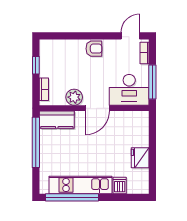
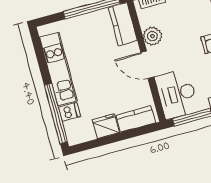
kitchen counter: (141, 130) -> (136, 119), added
window: (72, 197) -> (56, 114), moved

